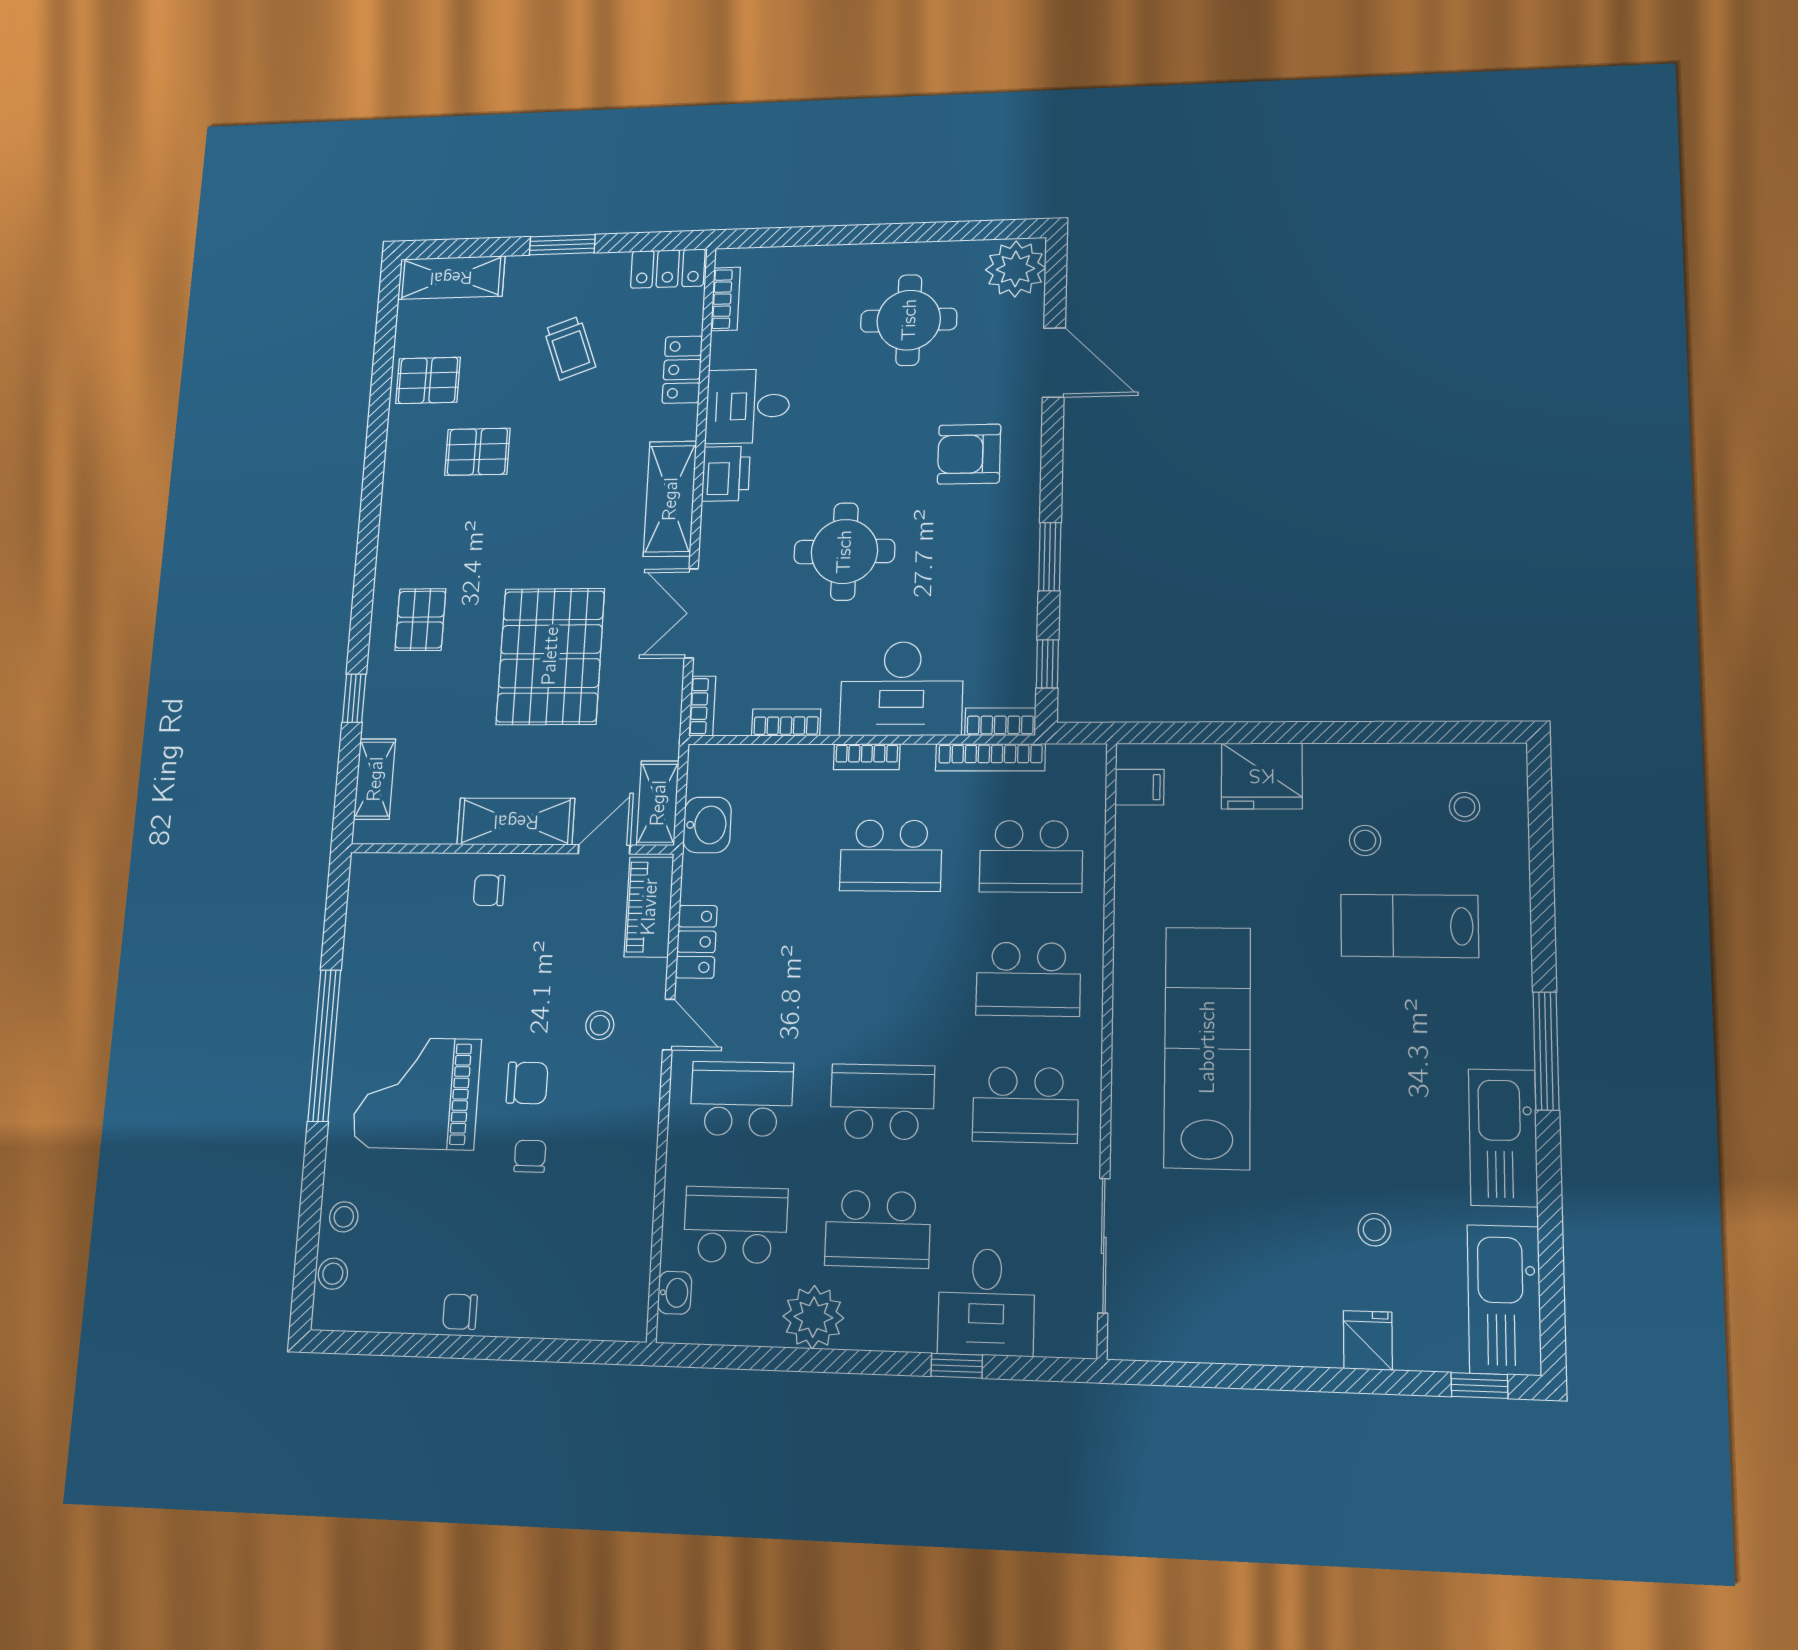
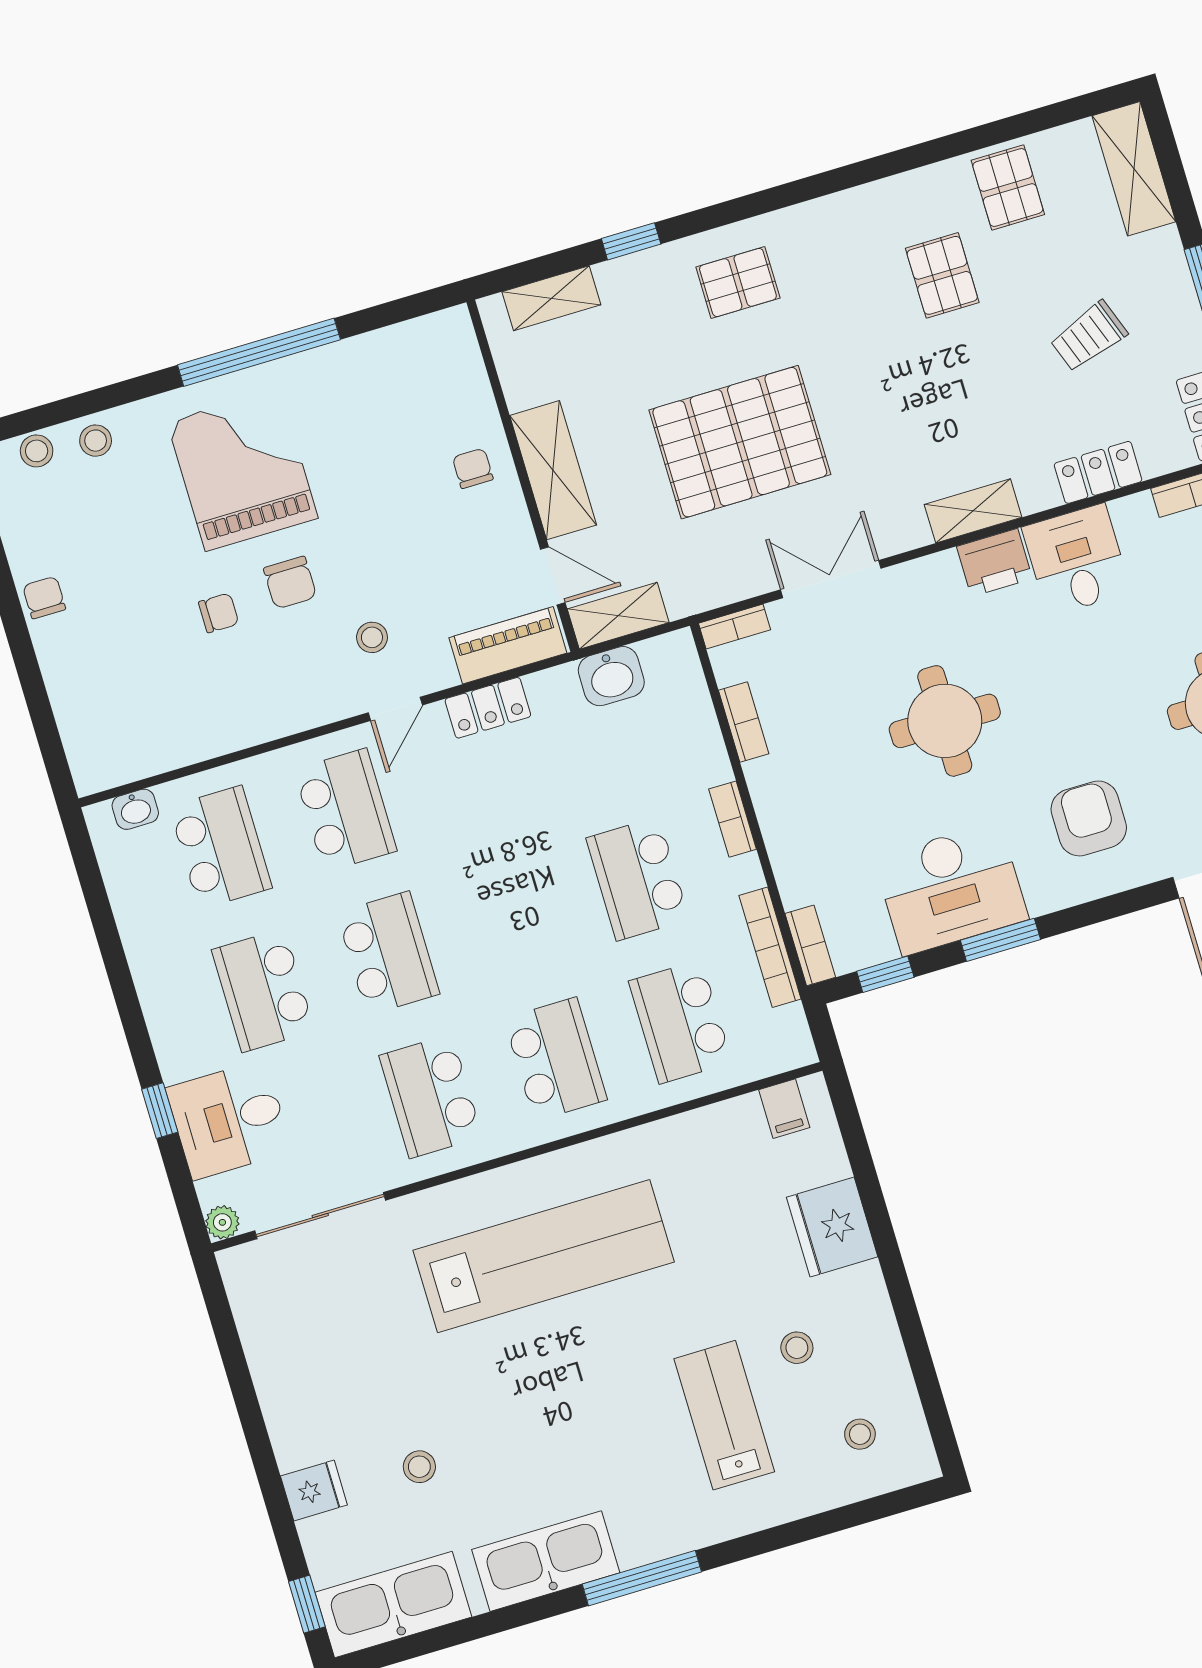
shelving: (670, 499) -> (973, 511), width x0.67, depth x0.75
desk: (902, 689) -> (951, 888), moved, turned -90
school desk: (1028, 979) -> (555, 1059), turned 180
plant: (813, 1317) -> (222, 1222), moved, width x0.53, depth x0.53

